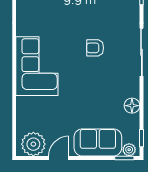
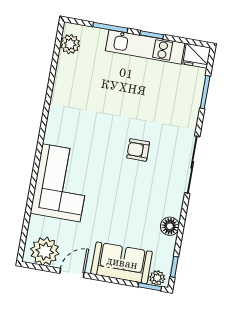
corner sofa: (37, 66) -> (61, 183), moved

